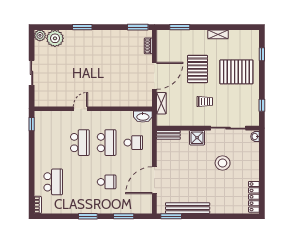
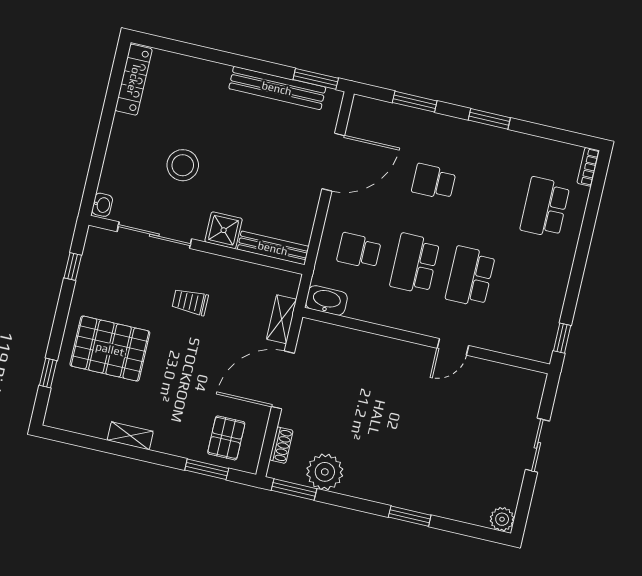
plant: (55, 38) -> (325, 472), moved
pallet: (198, 69) -> (226, 438), moved, width x0.67, depth x0.71
bench: (168, 135) -> (273, 248), width x1.36

